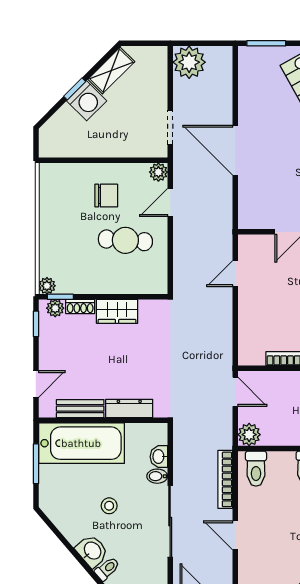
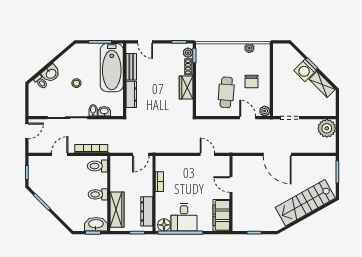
door: (235, 150) -> (277, 154), swing flipped
plant: (47, 286) -> (249, 48), moved
plant: (249, 435) -> (117, 162), removed

